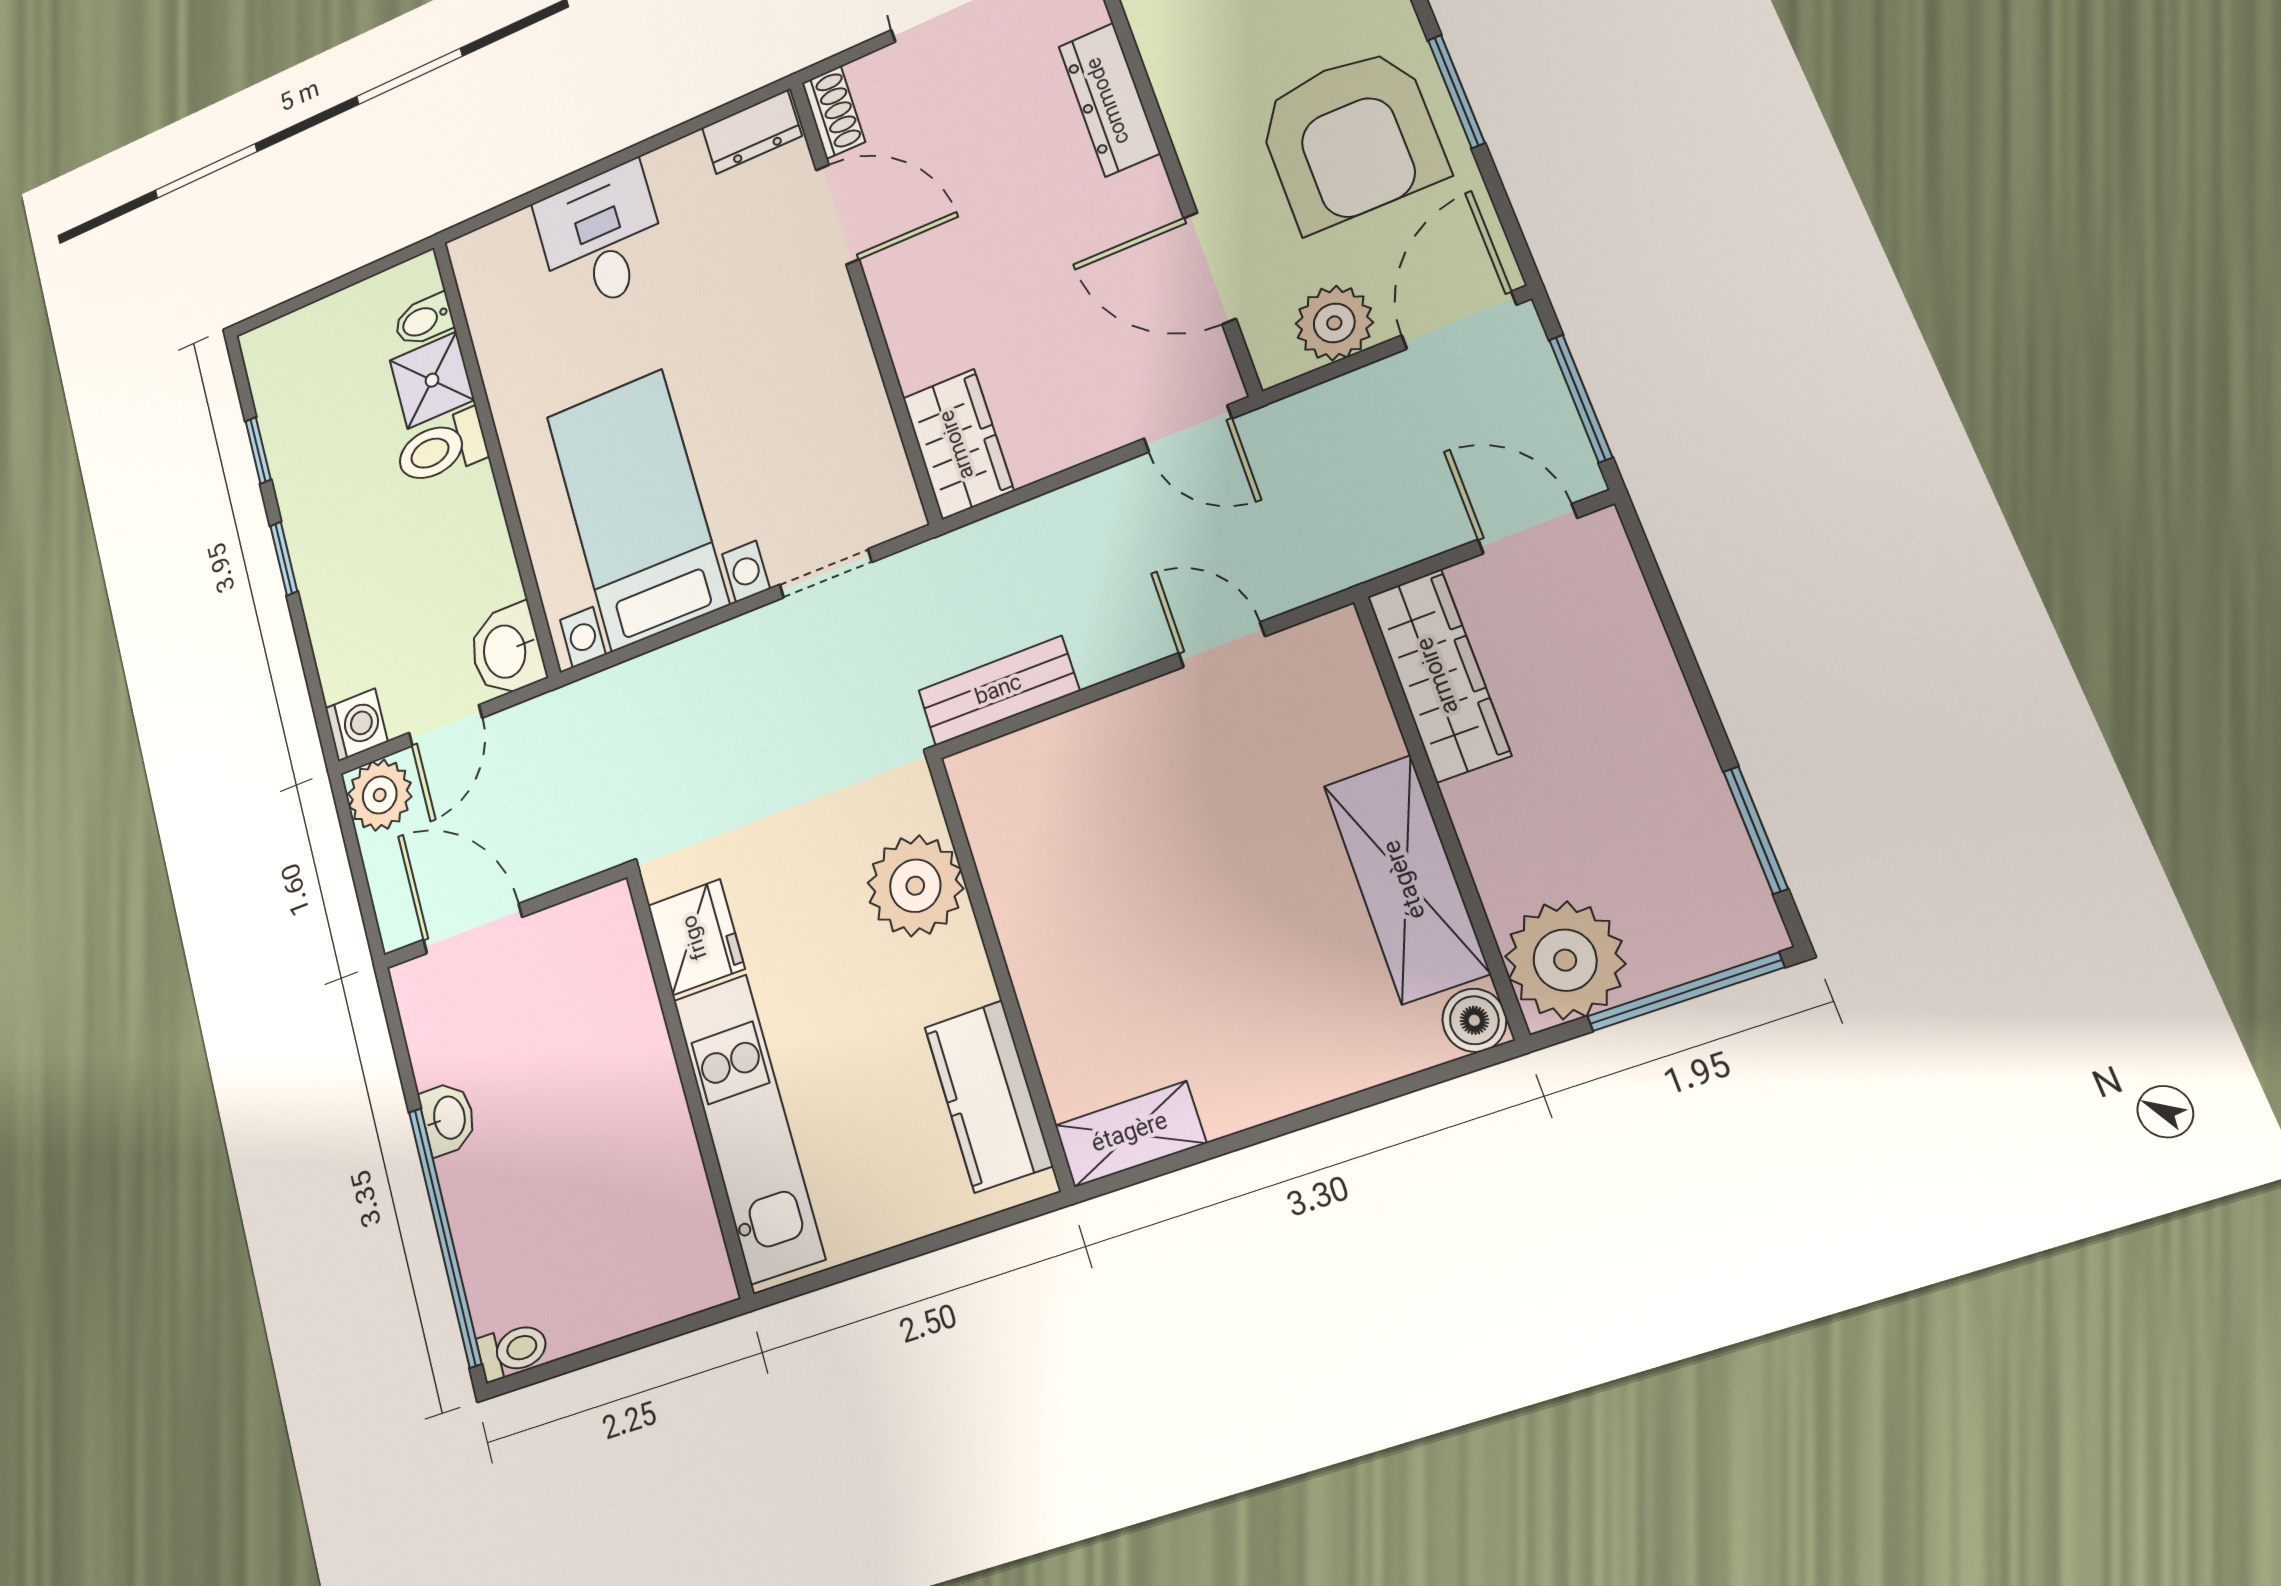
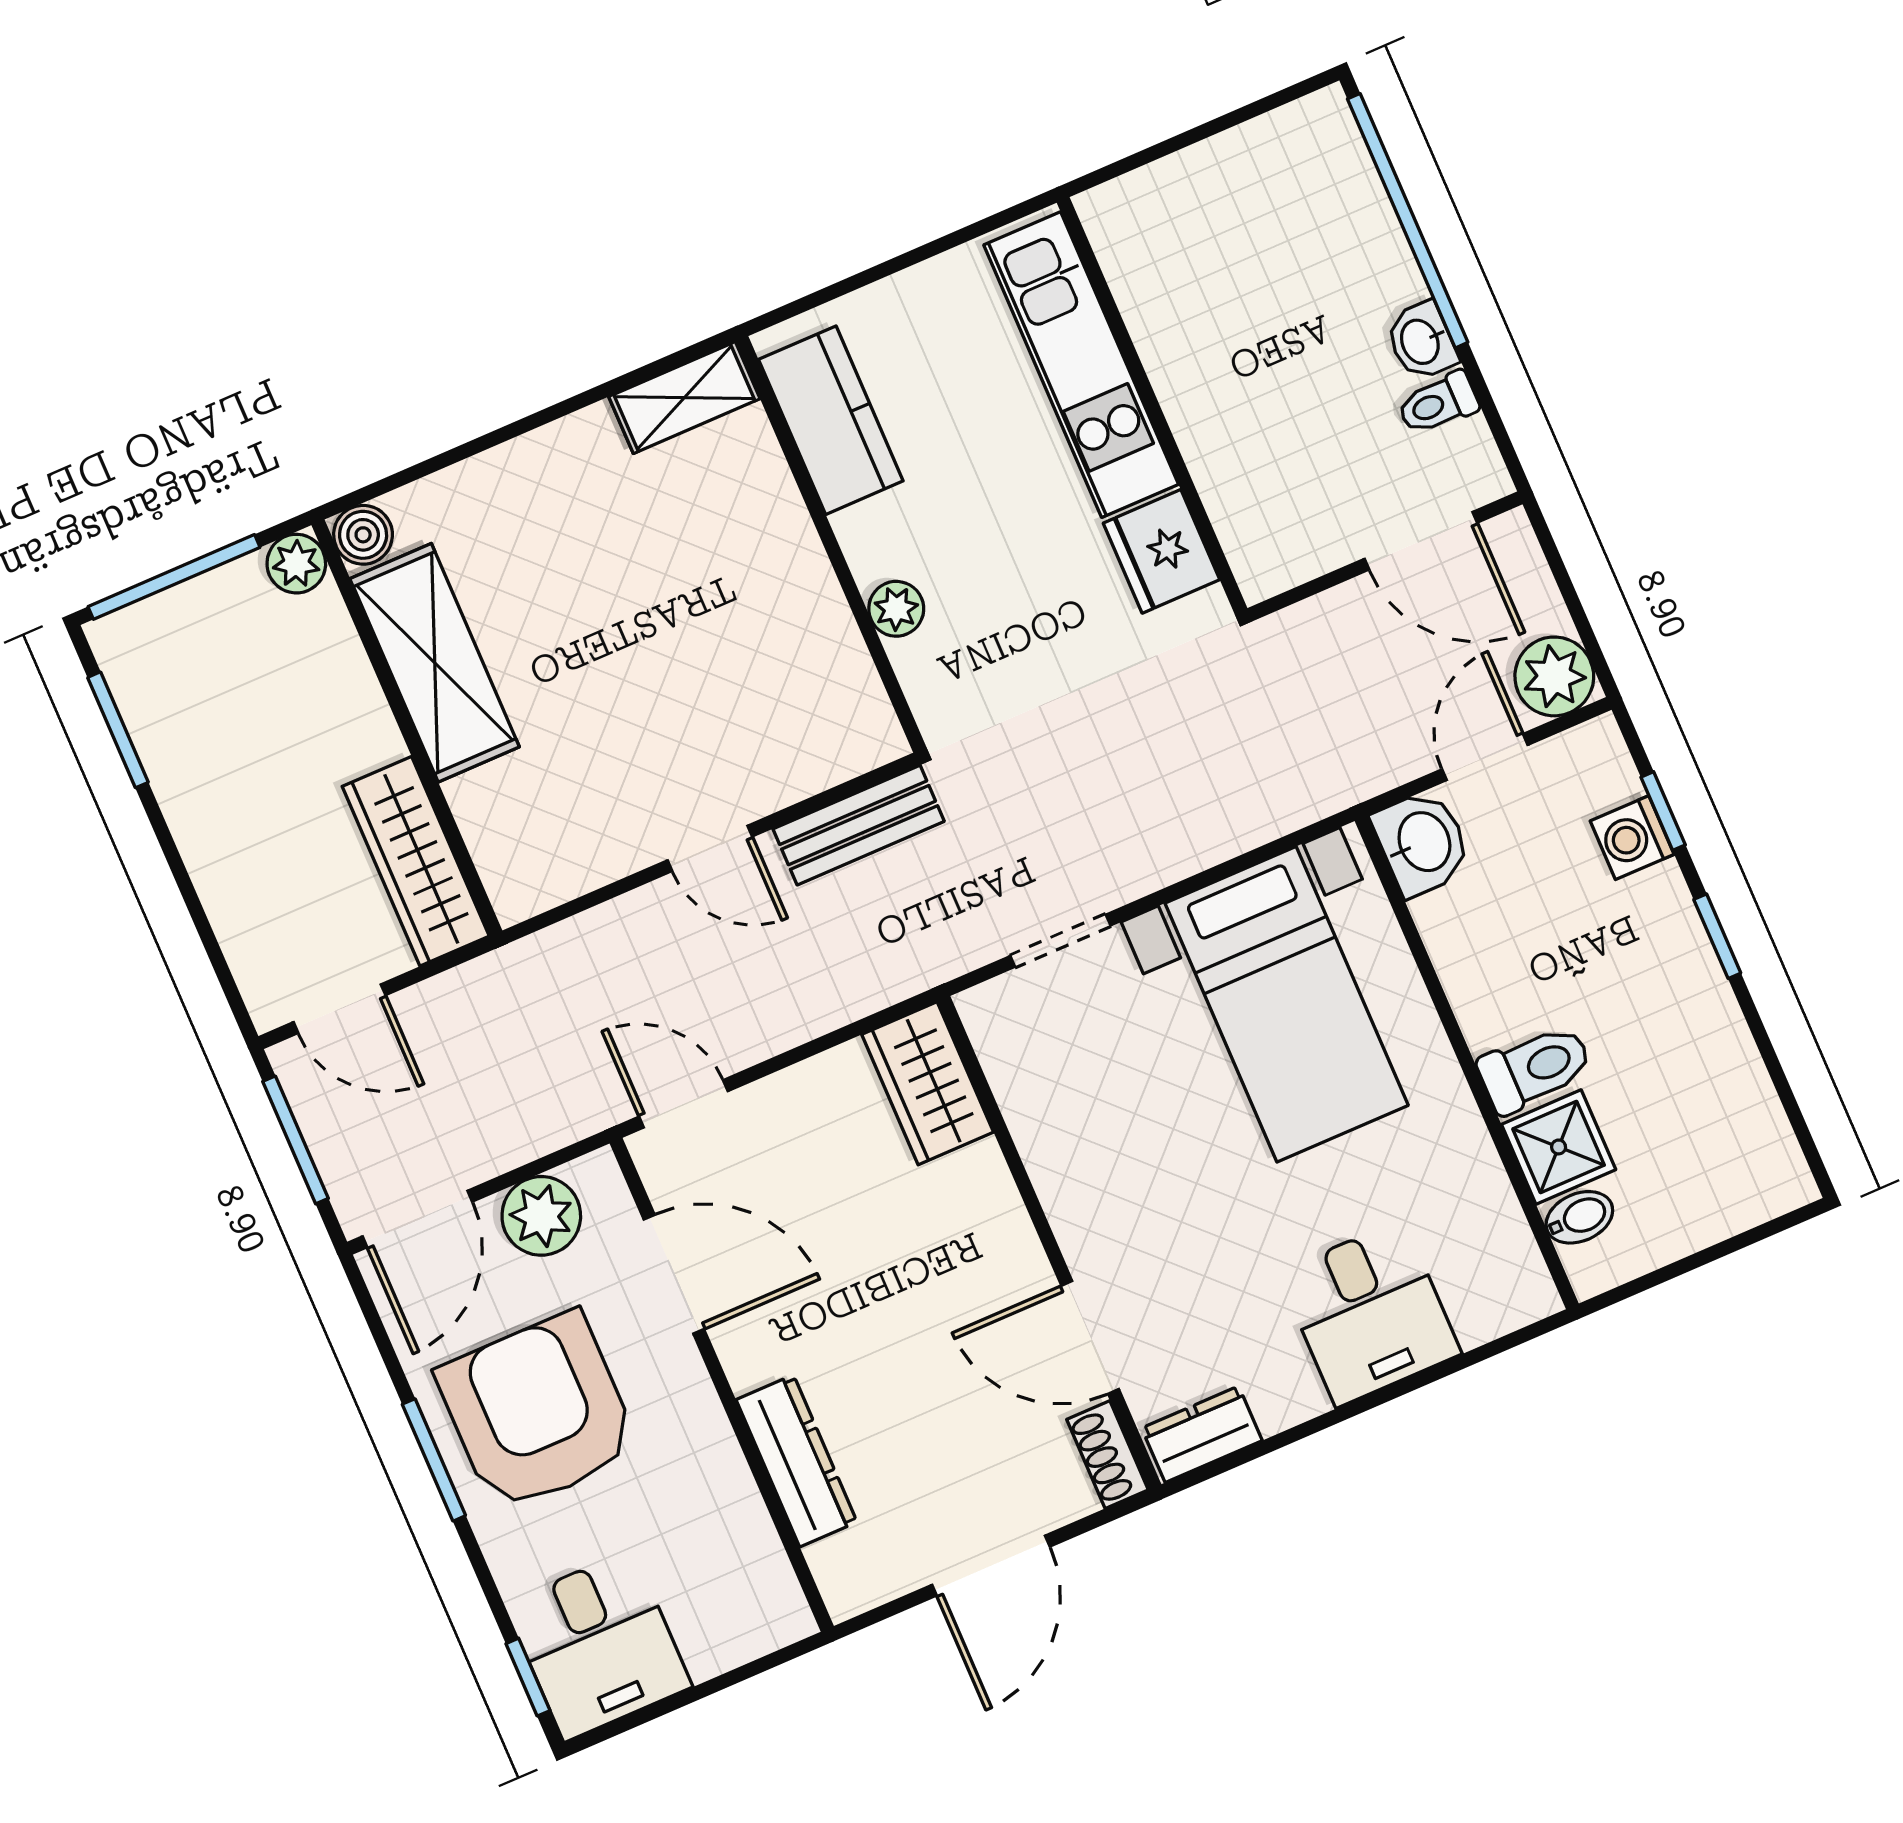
window: (258, 450) -> (1663, 811), moved
door: (1222, 645) -> (710, 848), moved
washing machine: (356, 725) -> (1632, 838), moved
plant: (915, 886) -> (896, 609), width x0.53, depth x0.53
plant: (1565, 960) -> (296, 564), width x0.53, depth x0.53
toilet: (513, 1351) -> (1438, 403), moved

